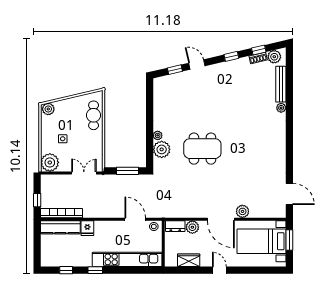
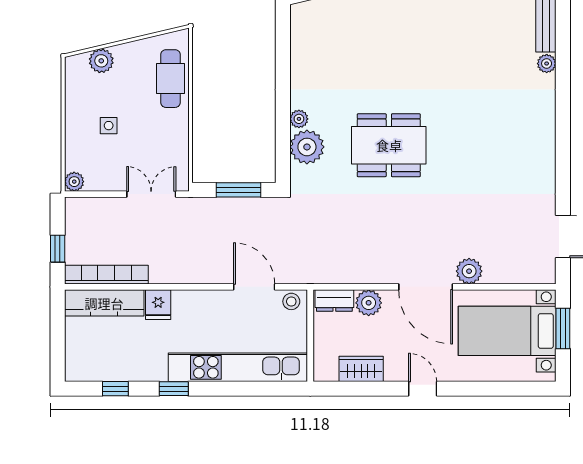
plant: (48, 109) -> (101, 61), moved
plant: (50, 162) -> (74, 182), width x0.53, depth x0.53

